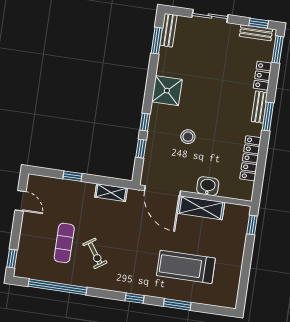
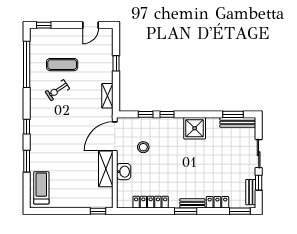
window: (259, 23) -> (259, 183), moved
bench: (168, 30) -> (238, 122), width x1.36
stool: (188, 137) -> (143, 147), moved
treadmill: (186, 267) -> (41, 188), moved, width x0.73, depth x0.73

